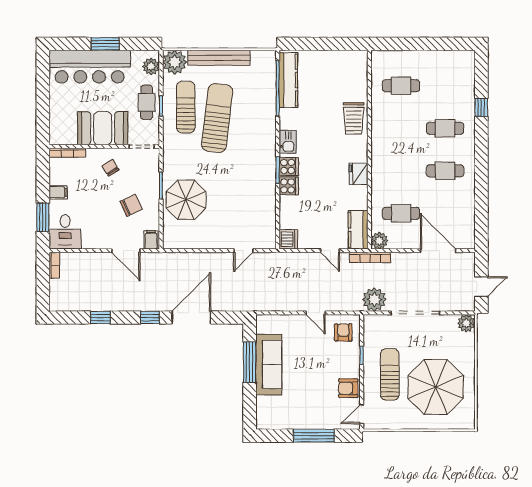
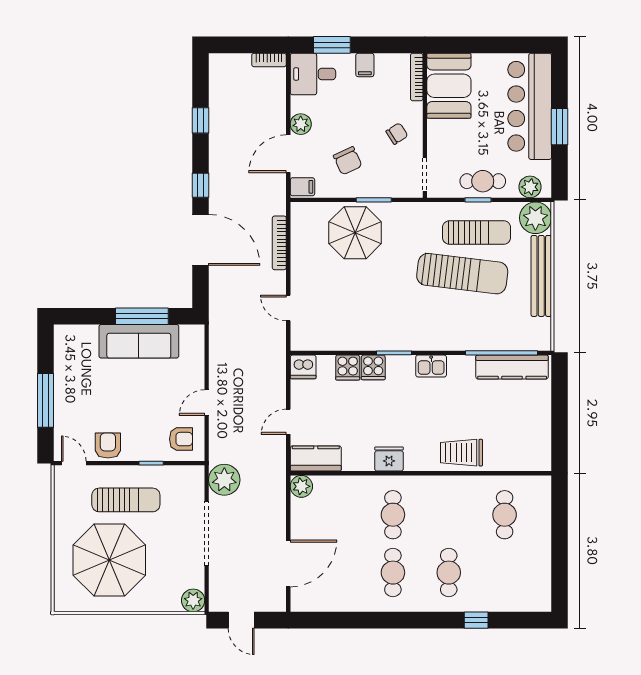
booth: (103, 128) -> (449, 86), moved
cooker: (289, 166) -> (348, 368), moved
cafe table: (401, 213) -> (393, 515), moved
plant: (103, 241) -> (301, 124), added
bookcase: (370, 257) -> (279, 243), moved

